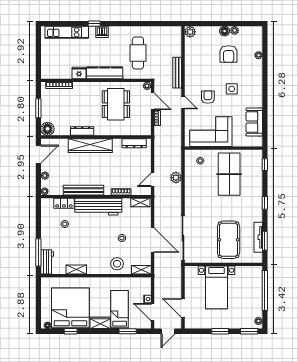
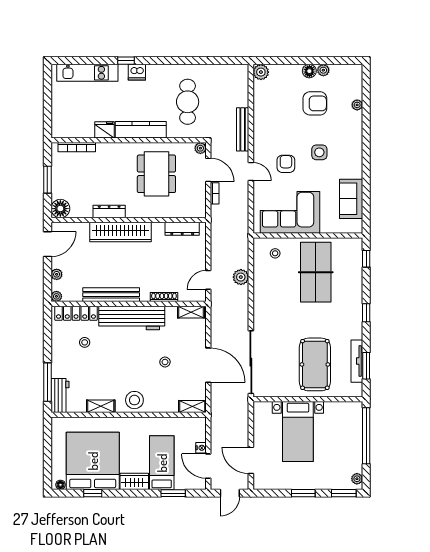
armchair: (229, 54) -> (315, 103), turned -90
locker: (64, 203) -> (76, 313), width x1.53
stool: (117, 264) -> (134, 400), moved

